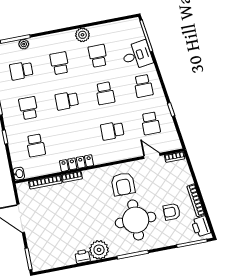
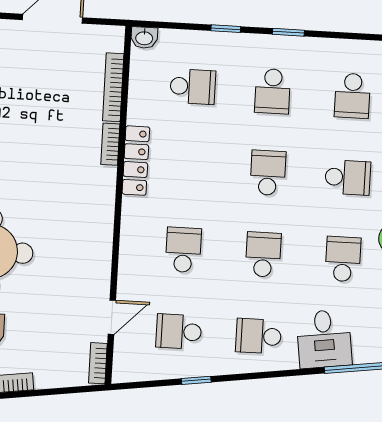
school desk: (98, 56) -> (343, 259), turned -90
school desk: (21, 71) -> (352, 96), turned 180
school desk: (105, 93) -> (263, 254), turned 90
school desk: (28, 108) -> (273, 91), turned 90
school desk: (36, 145) -> (193, 87), turned 180
armchair: (123, 184) -> (69, 244), removed

